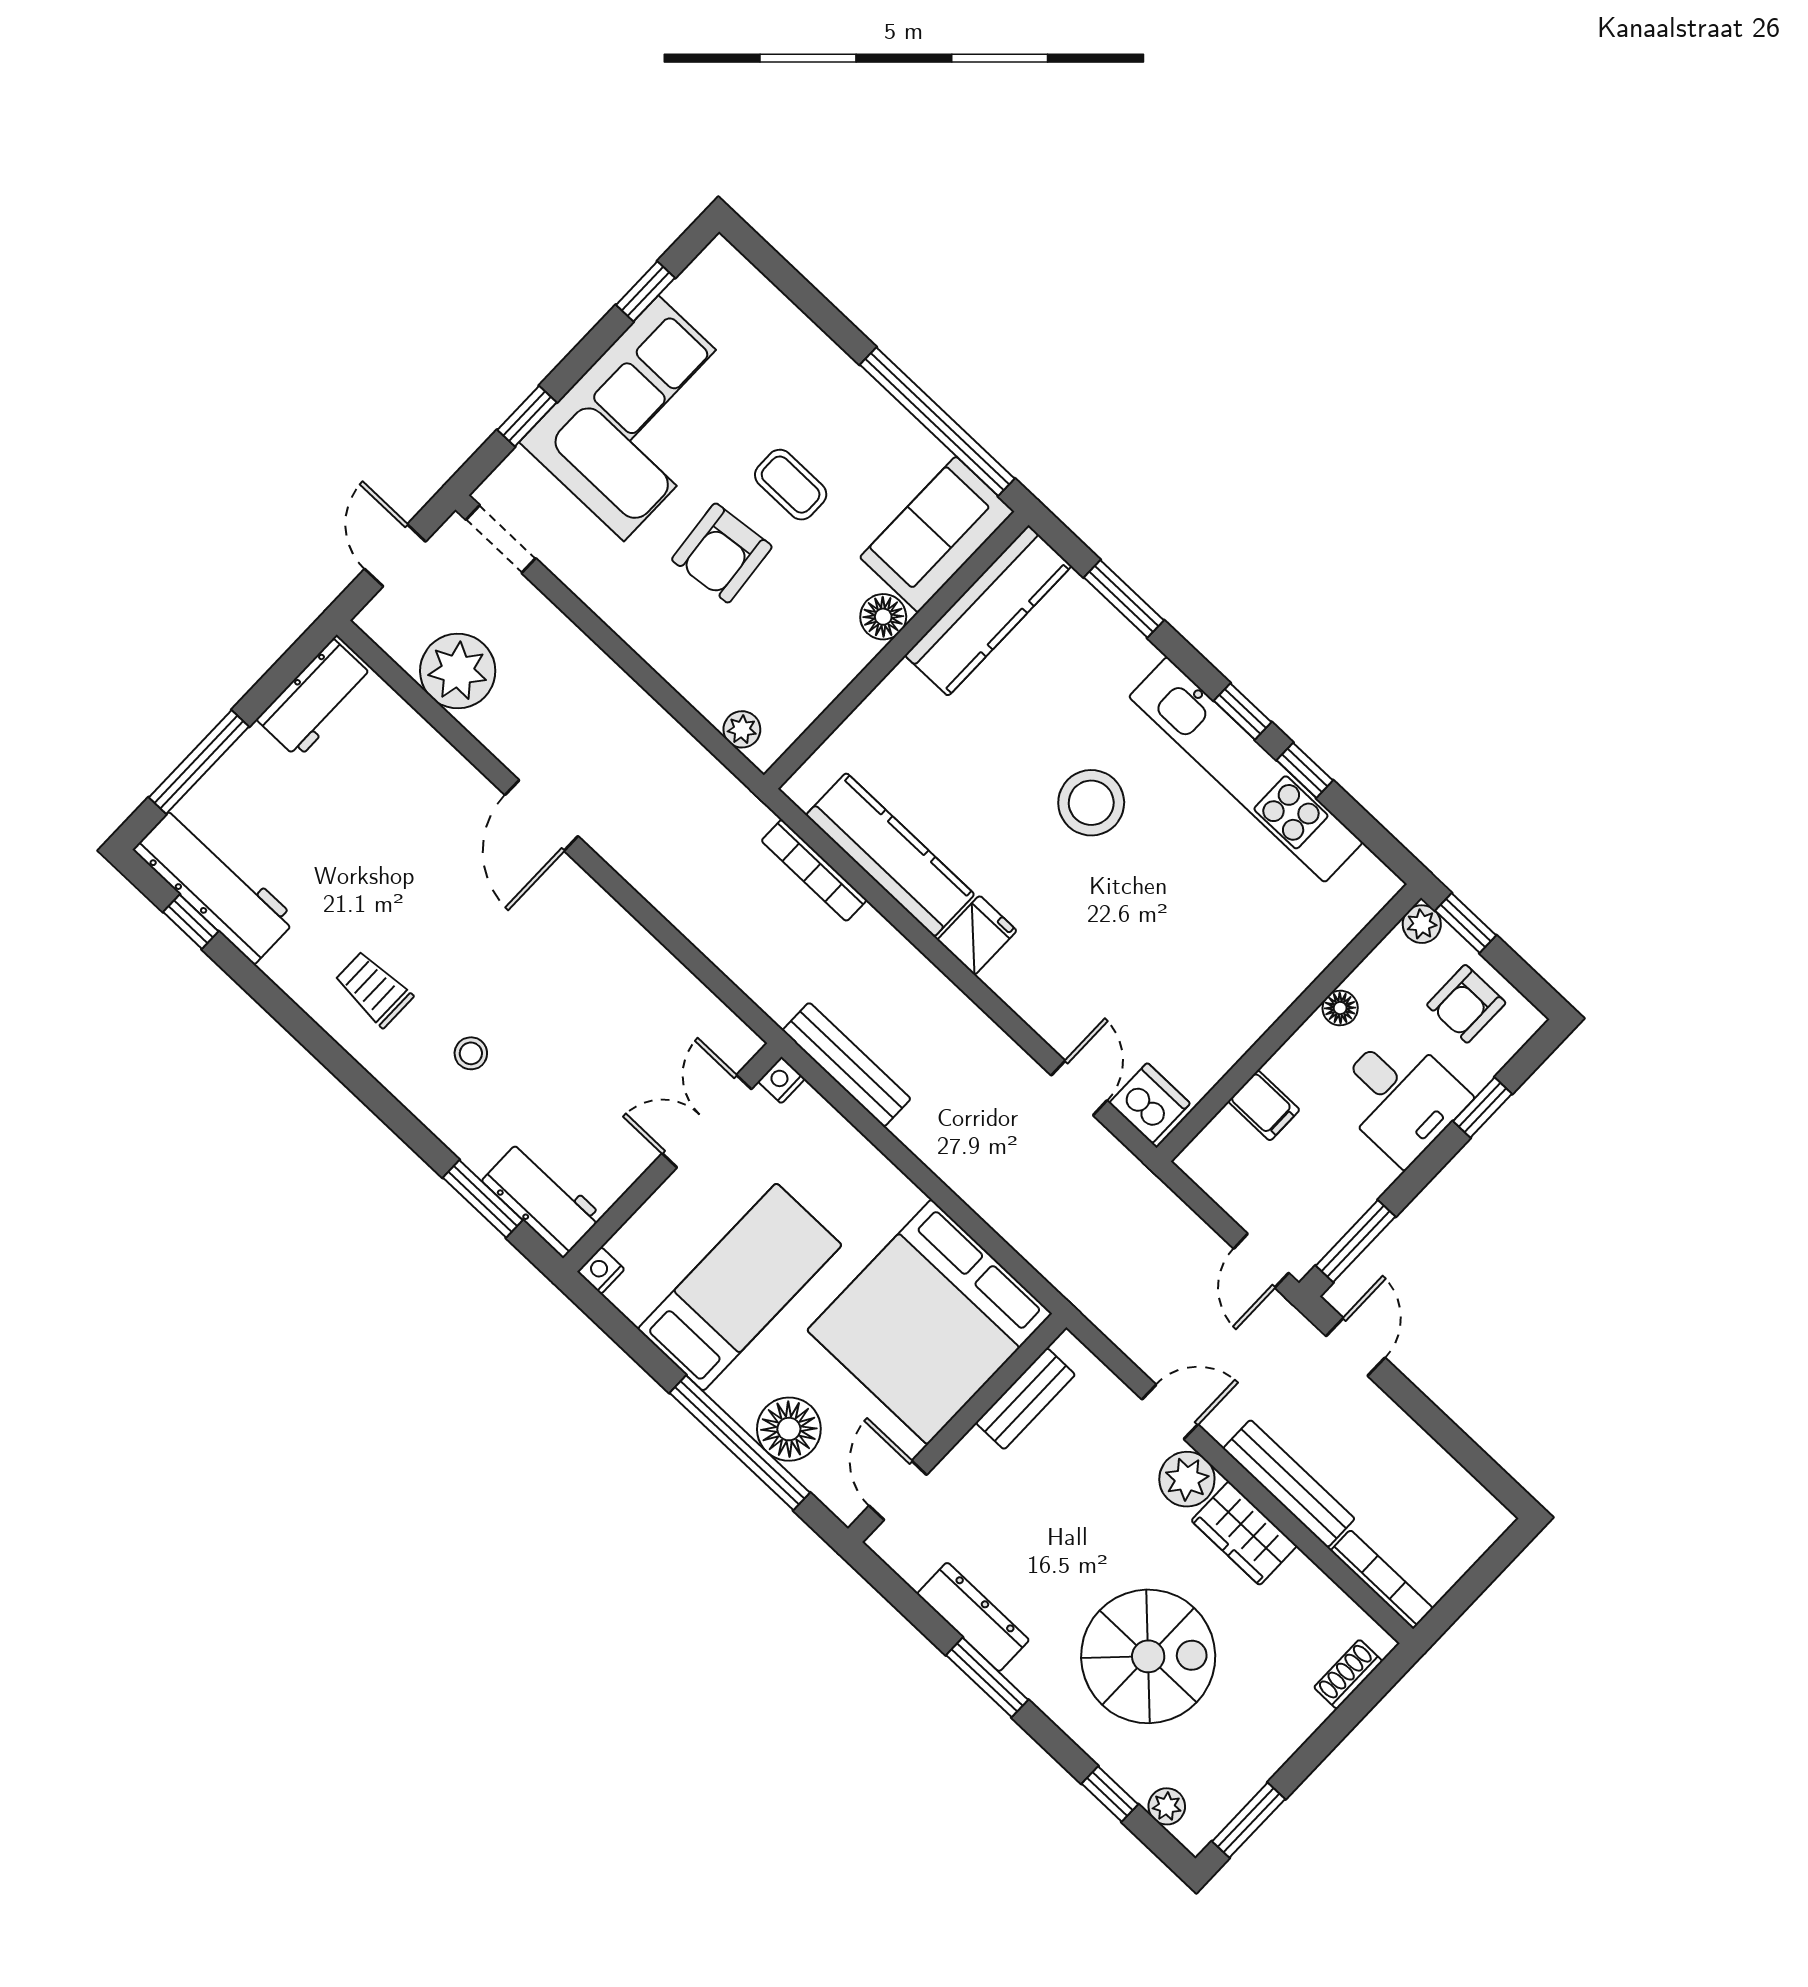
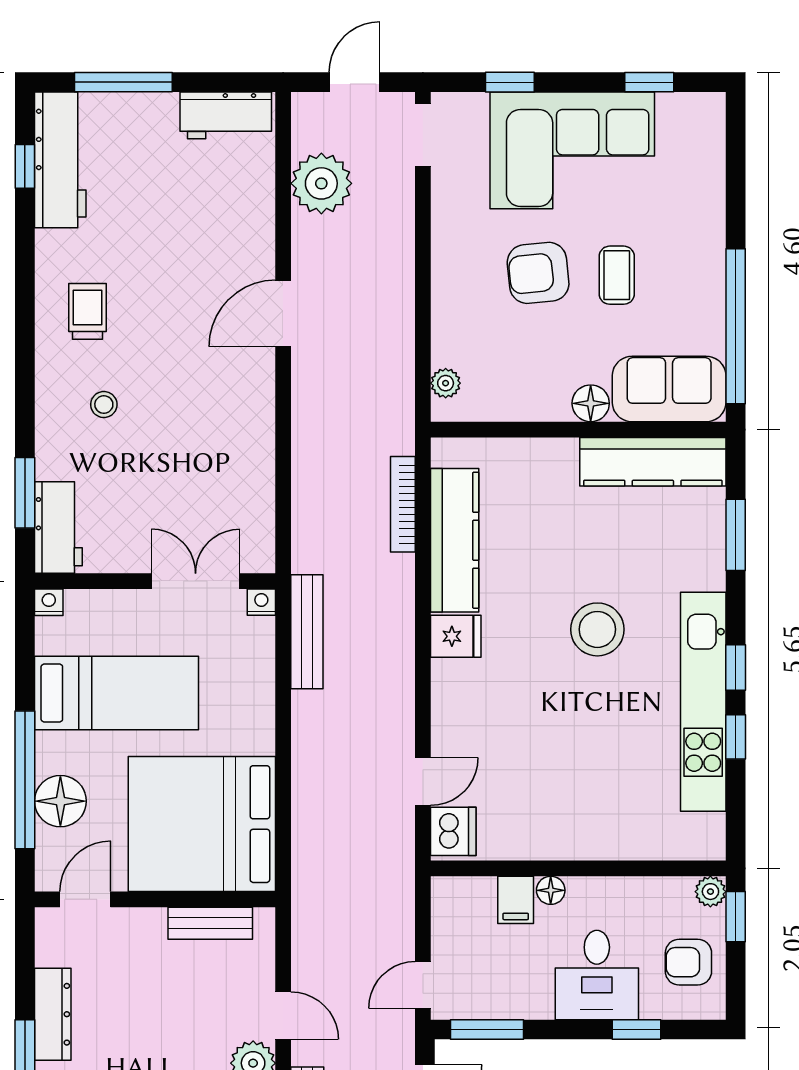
floor lamp: (1340, 1008) -> (551, 890), moved

